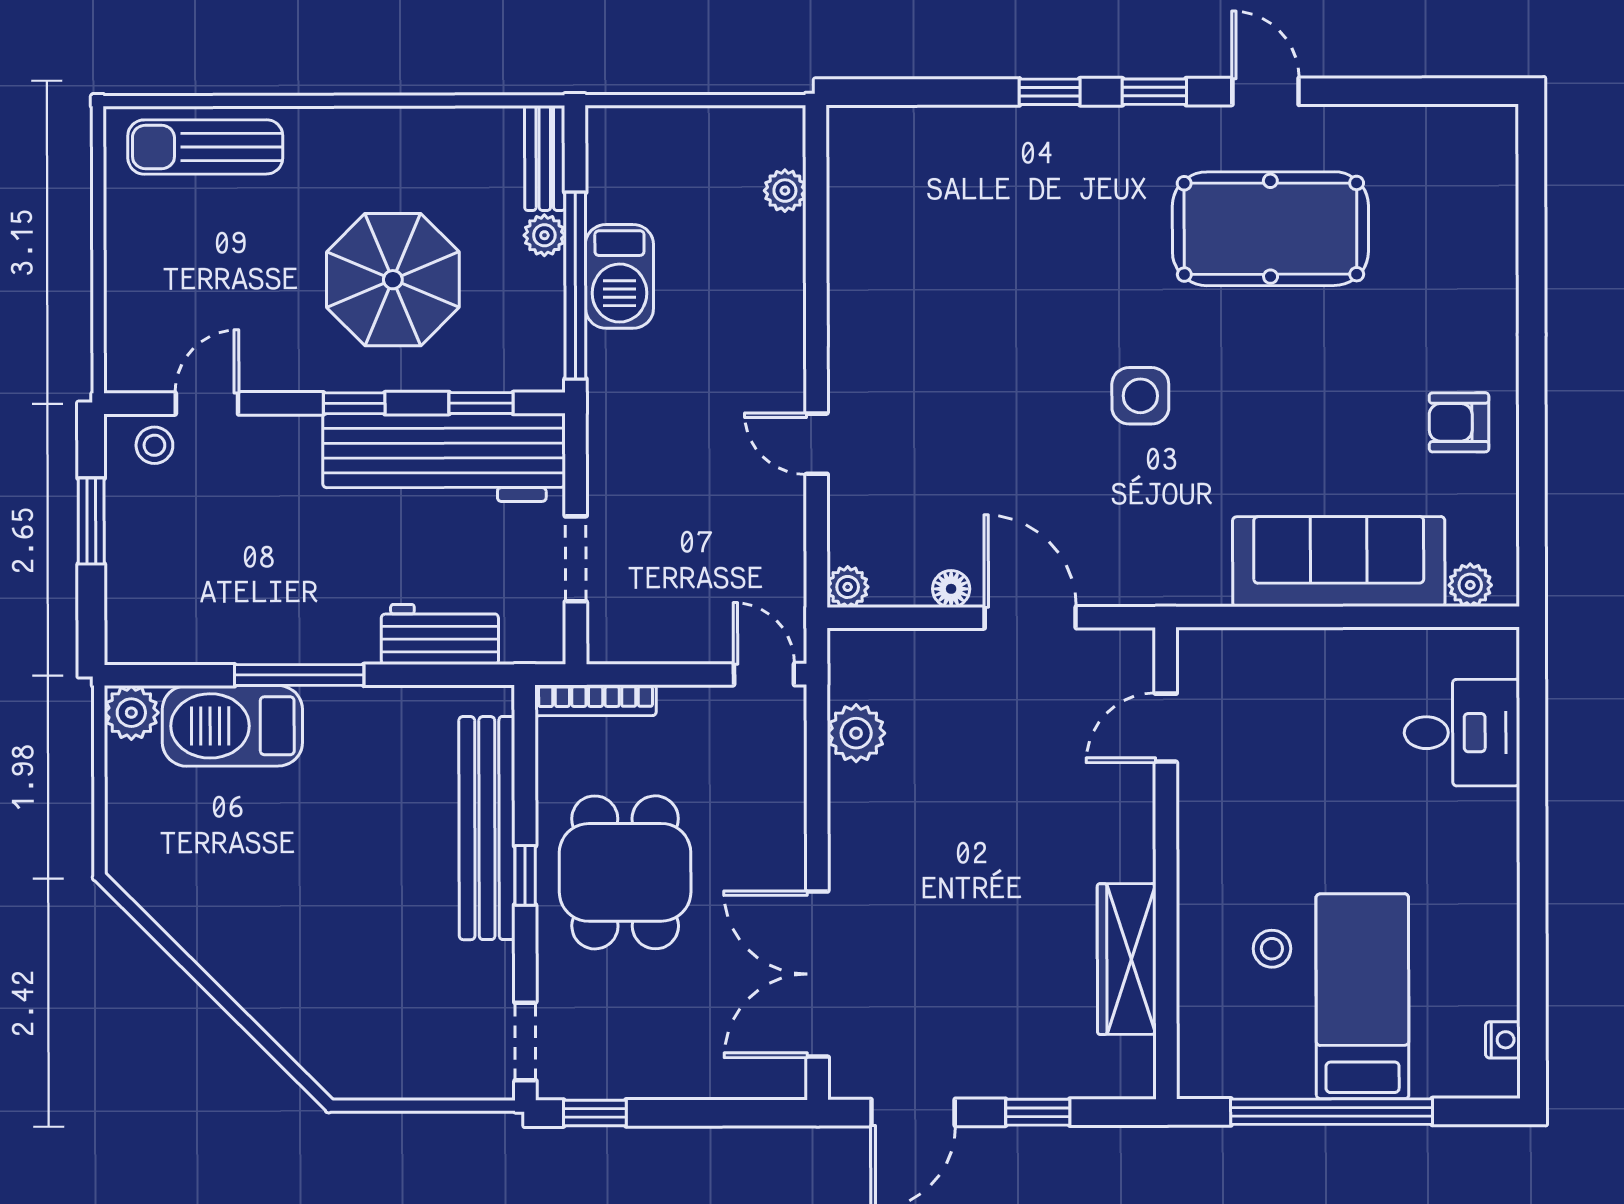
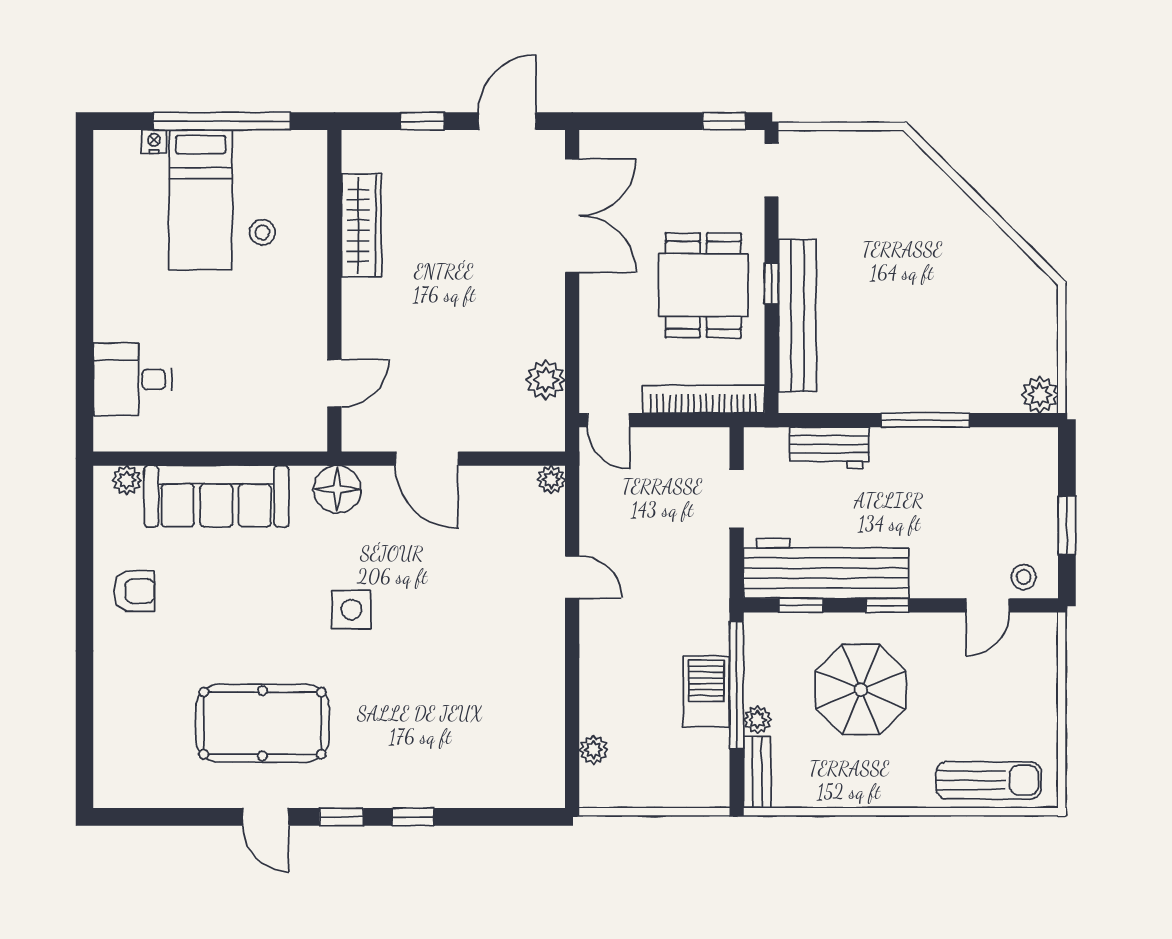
floor lamp: (951, 589) -> (337, 489), moved, width x1.89, depth x1.89
bookcase: (596, 700) -> (703, 399), width x1.48, depth x1.31
barbecue: (232, 726) -> (971, 386), removed
nightstand: (1503, 1040) -> (154, 142), moved, turned 90

